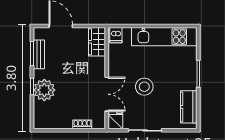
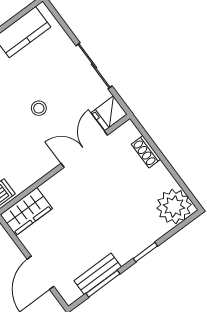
stool: (144, 87) -> (39, 108), width x0.53, depth x0.53
plant: (44, 90) -> (174, 206), moved

